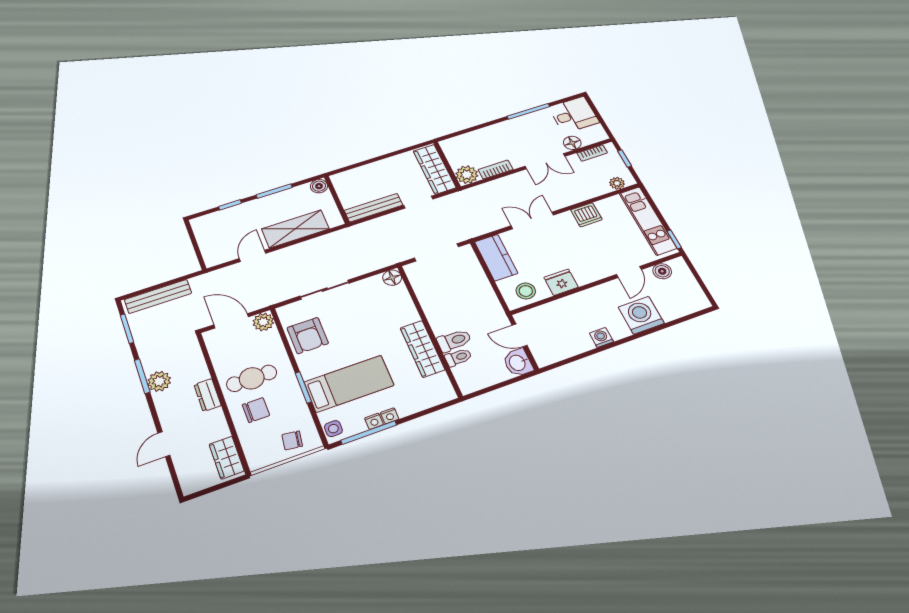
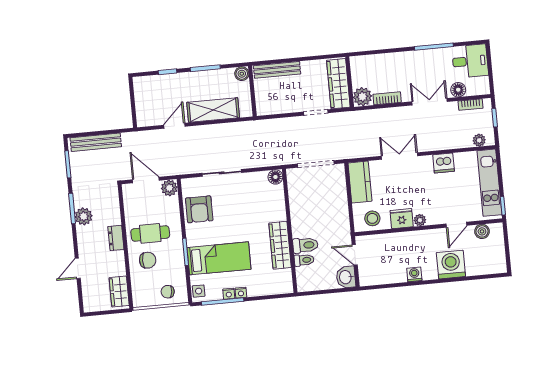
double door: (545, 161) -> (430, 102), swing flipped
bench: (374, 208) -> (277, 70), moved
plant: (584, 278) -> (420, 220), added

